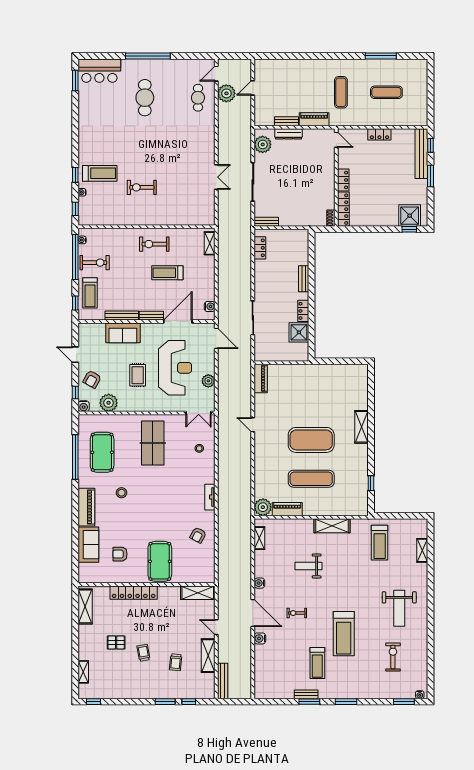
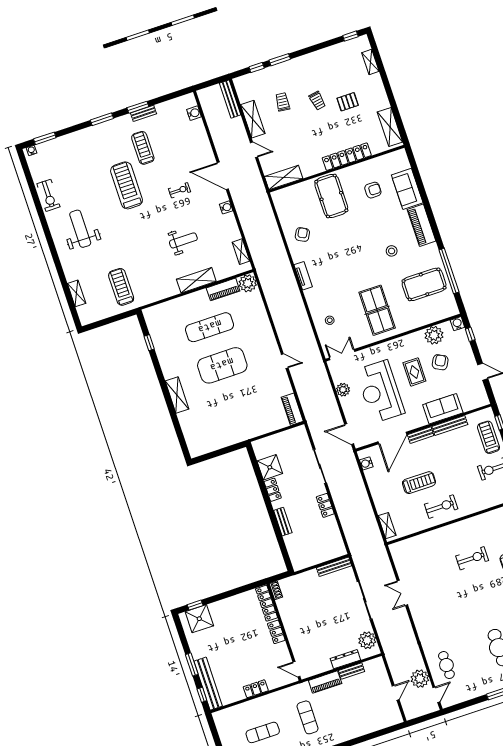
bench: (266, 222) -> (334, 567), width x1.36
locker: (260, 248) -> (325, 505), moved
armchair: (92, 379) -> (440, 362), moved
pool table: (102, 452) -> (424, 284), turned 90
shelving: (332, 526) -> (196, 280), moved
water cooler: (260, 638) -> (194, 113), moved
exercise bike: (393, 657) -> (48, 195), moved

